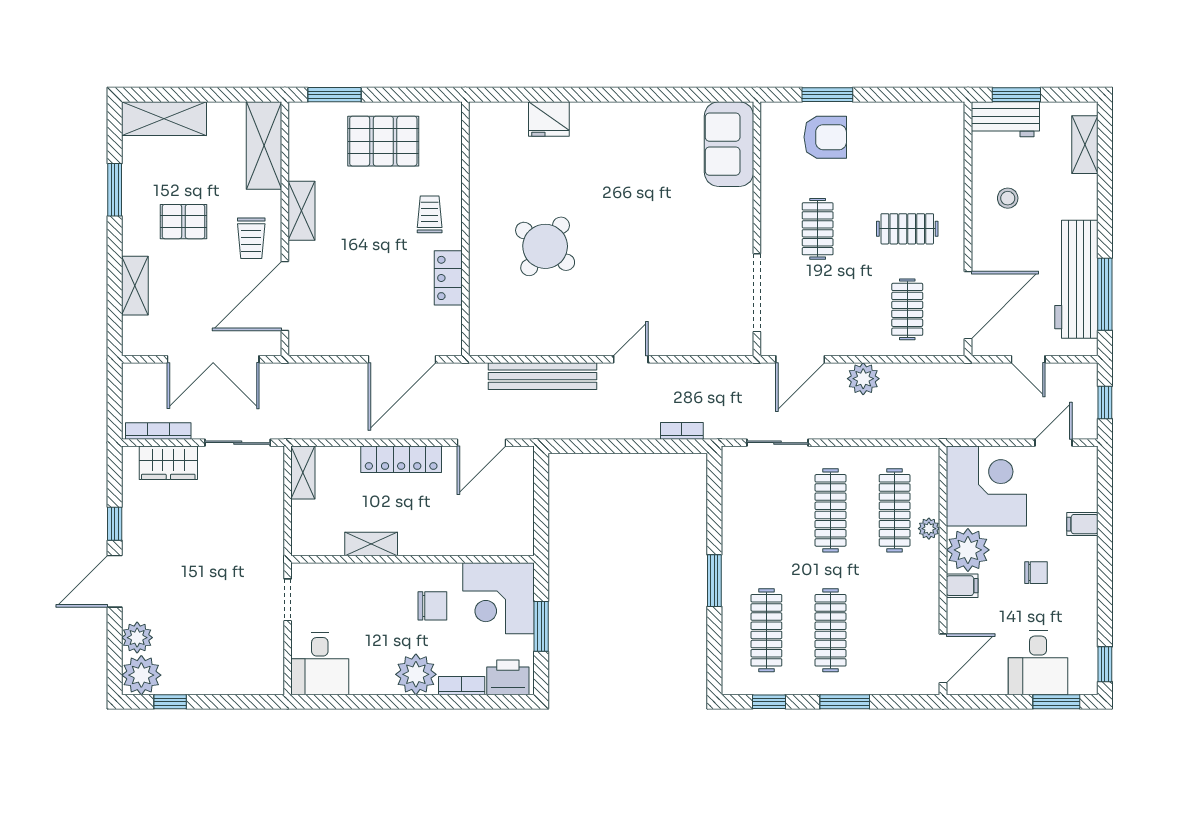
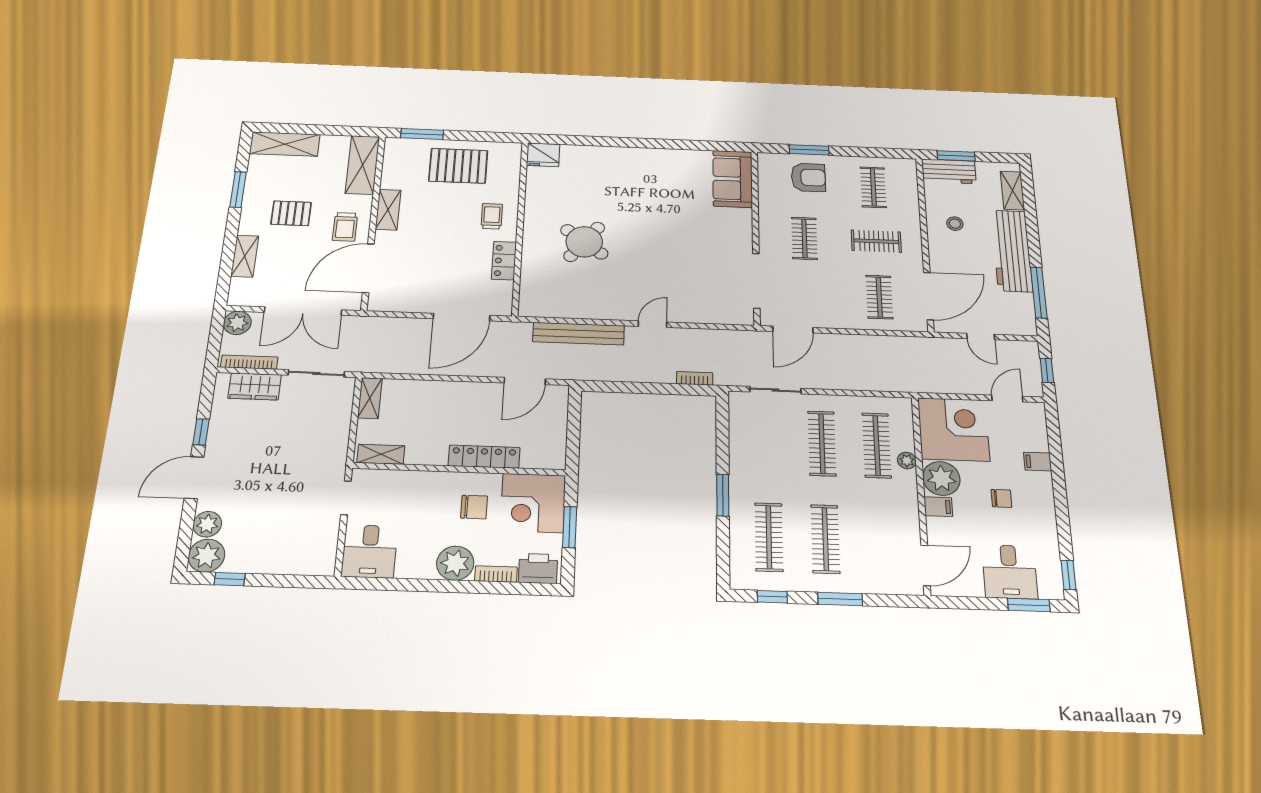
fridge: (549, 119) -> (543, 155), moved
clothes rail: (907, 148) -> (873, 187), added
workbench: (1076, 279) -> (1012, 251), moved
plant: (863, 379) -> (237, 323), moved
locker: (401, 459) -> (484, 457), moved, turned 180
shelving: (371, 544) -> (381, 454), moved

